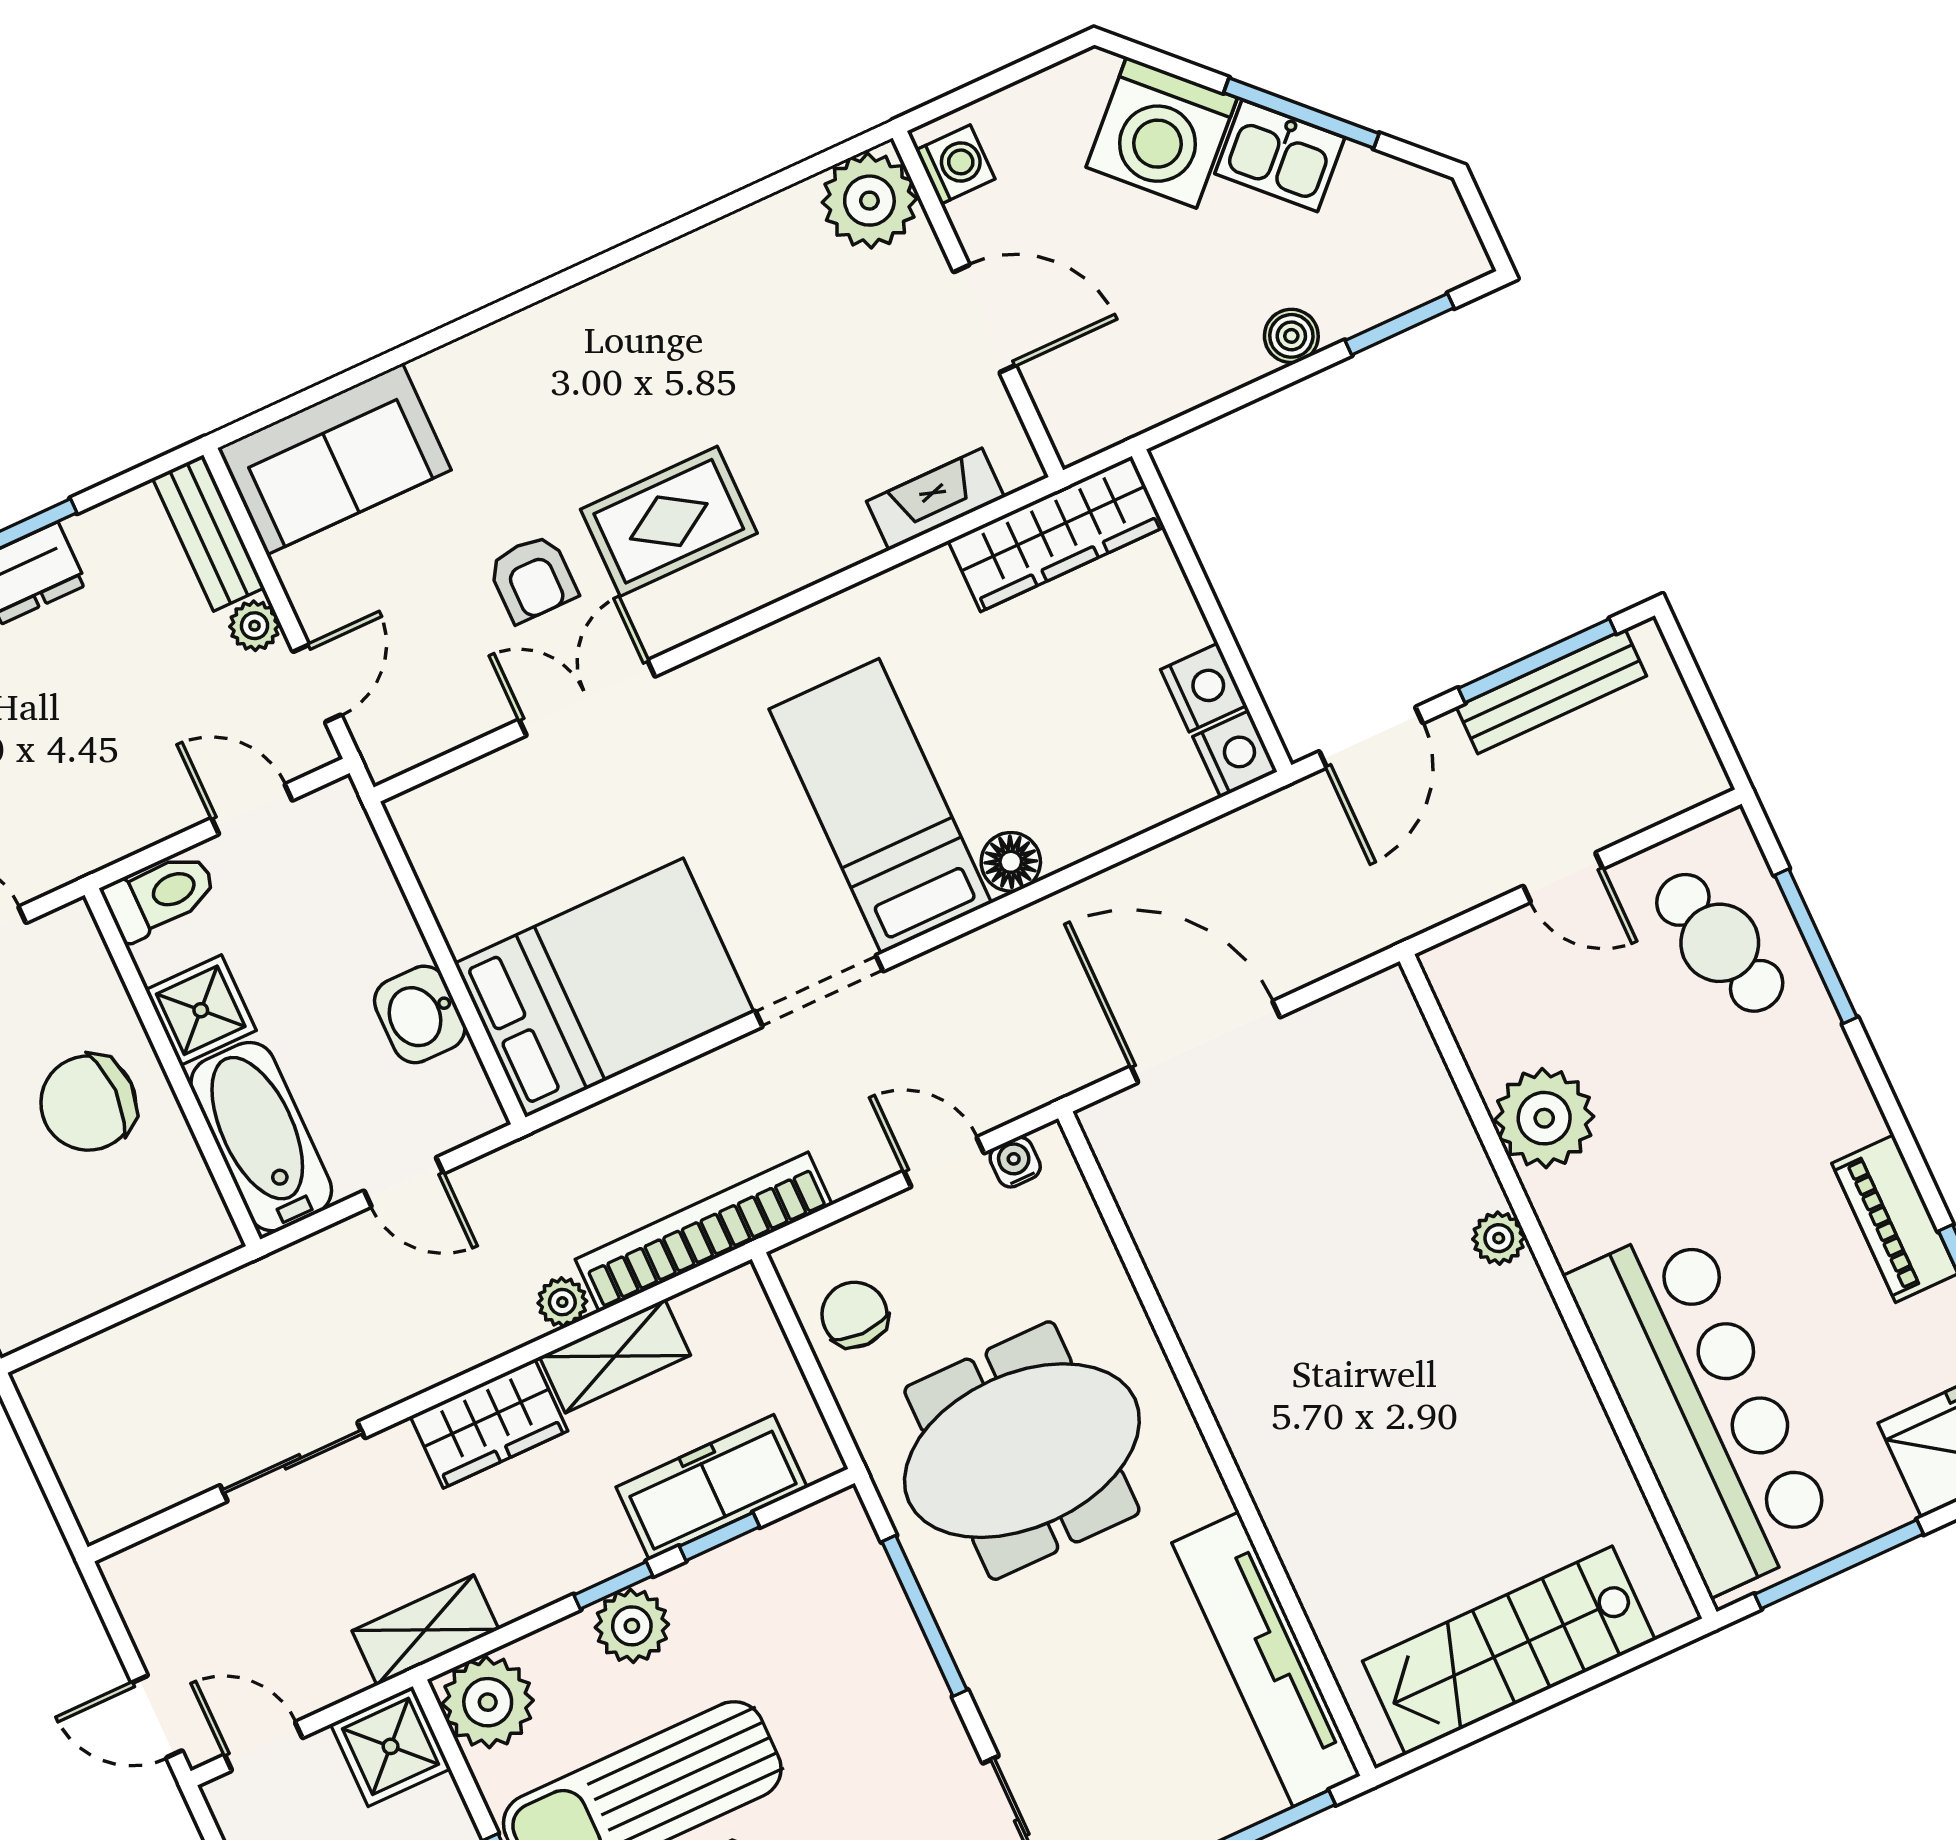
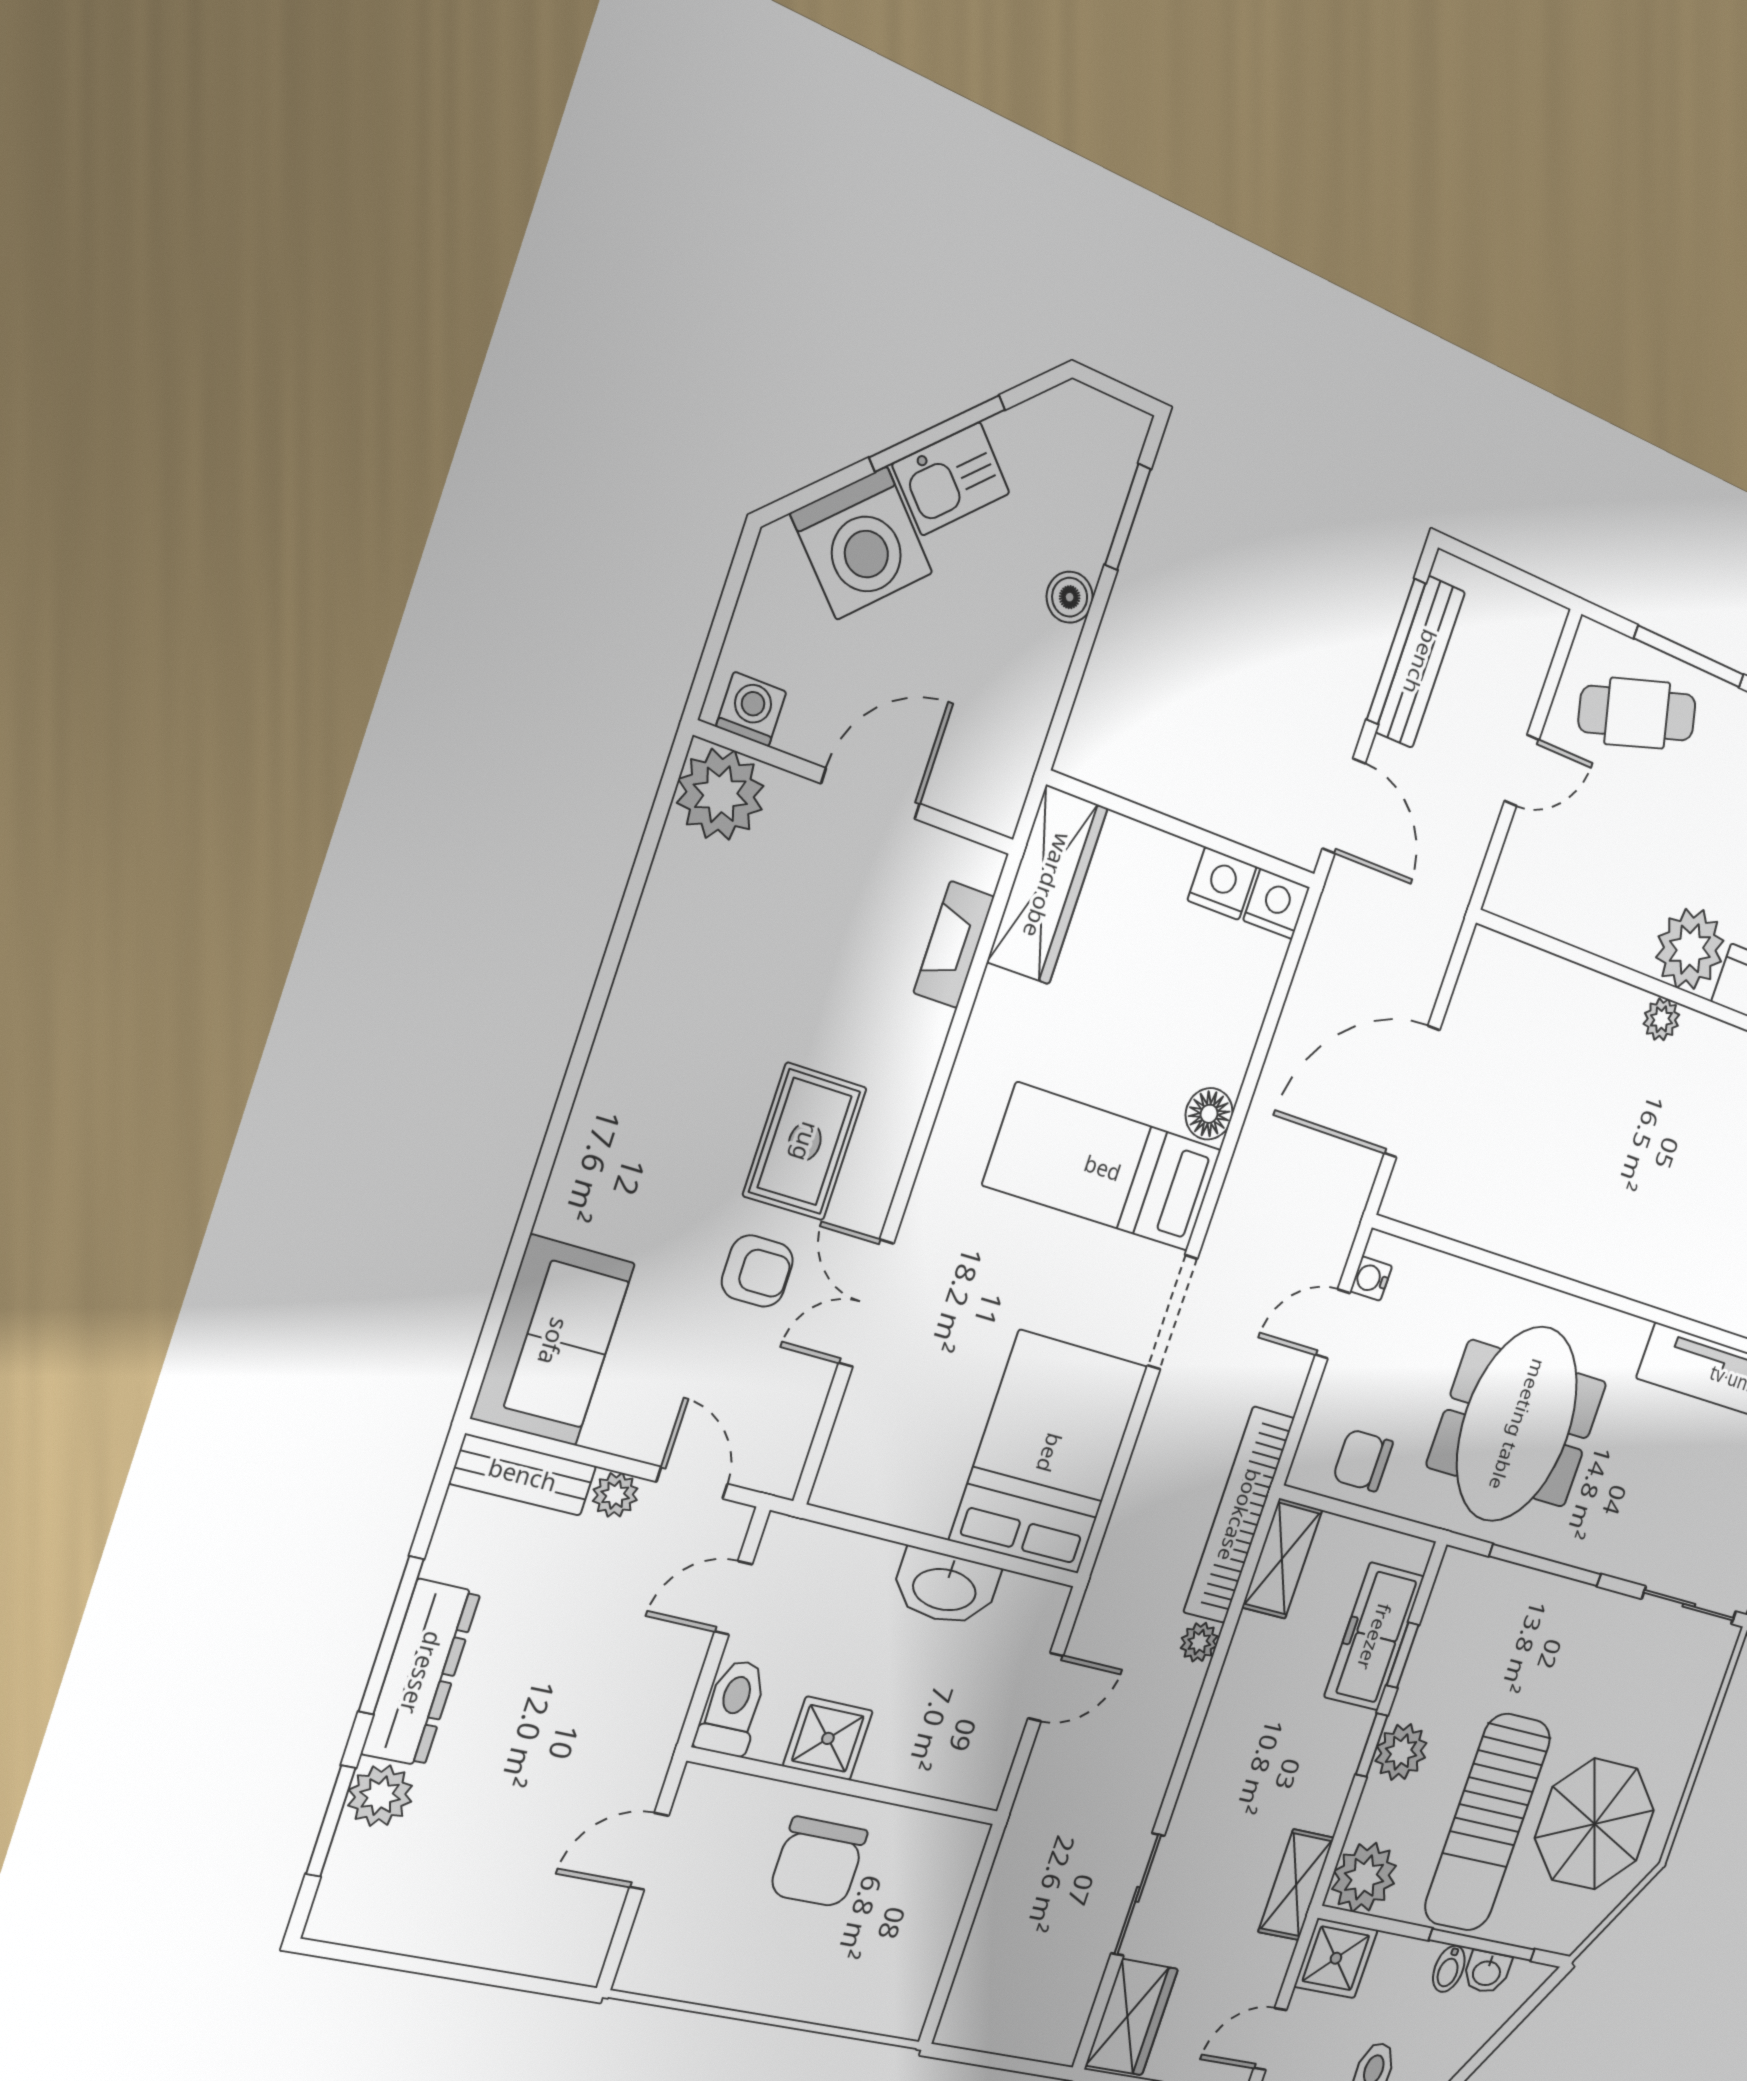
washbasin: (420, 1014) -> (945, 1588), width x1.38
plant: (1544, 1118) -> (1690, 949), moved
bathtub: (261, 1137) -> (938, 1760), removed
shelving: (615, 1356) -> (1282, 1559), moved
wardrobe: (489, 1424) -> (1132, 2017), moved

